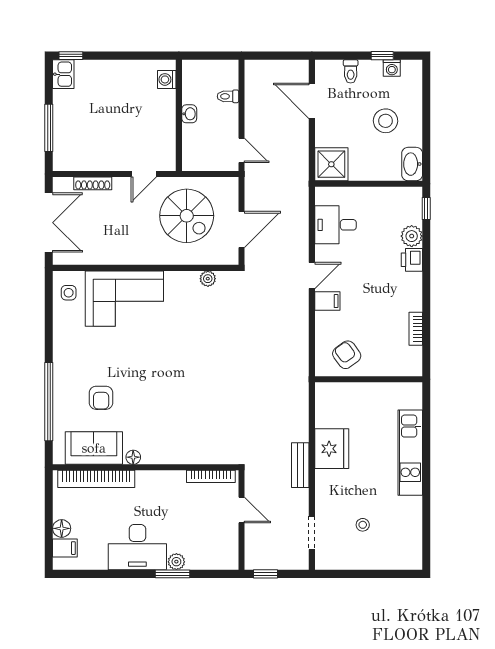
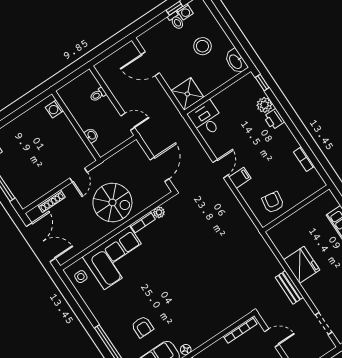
toilet: (351, 71) -> (176, 21), moved
washbasin: (189, 114) -> (91, 135), moved
spiral stairs: (187, 216) -> (112, 203), moved
desk: (335, 225) -> (206, 119), moved, turned 90
bookcase: (182, 277) -> (143, 222), added
armchair: (347, 355) -> (273, 202), turned 45

